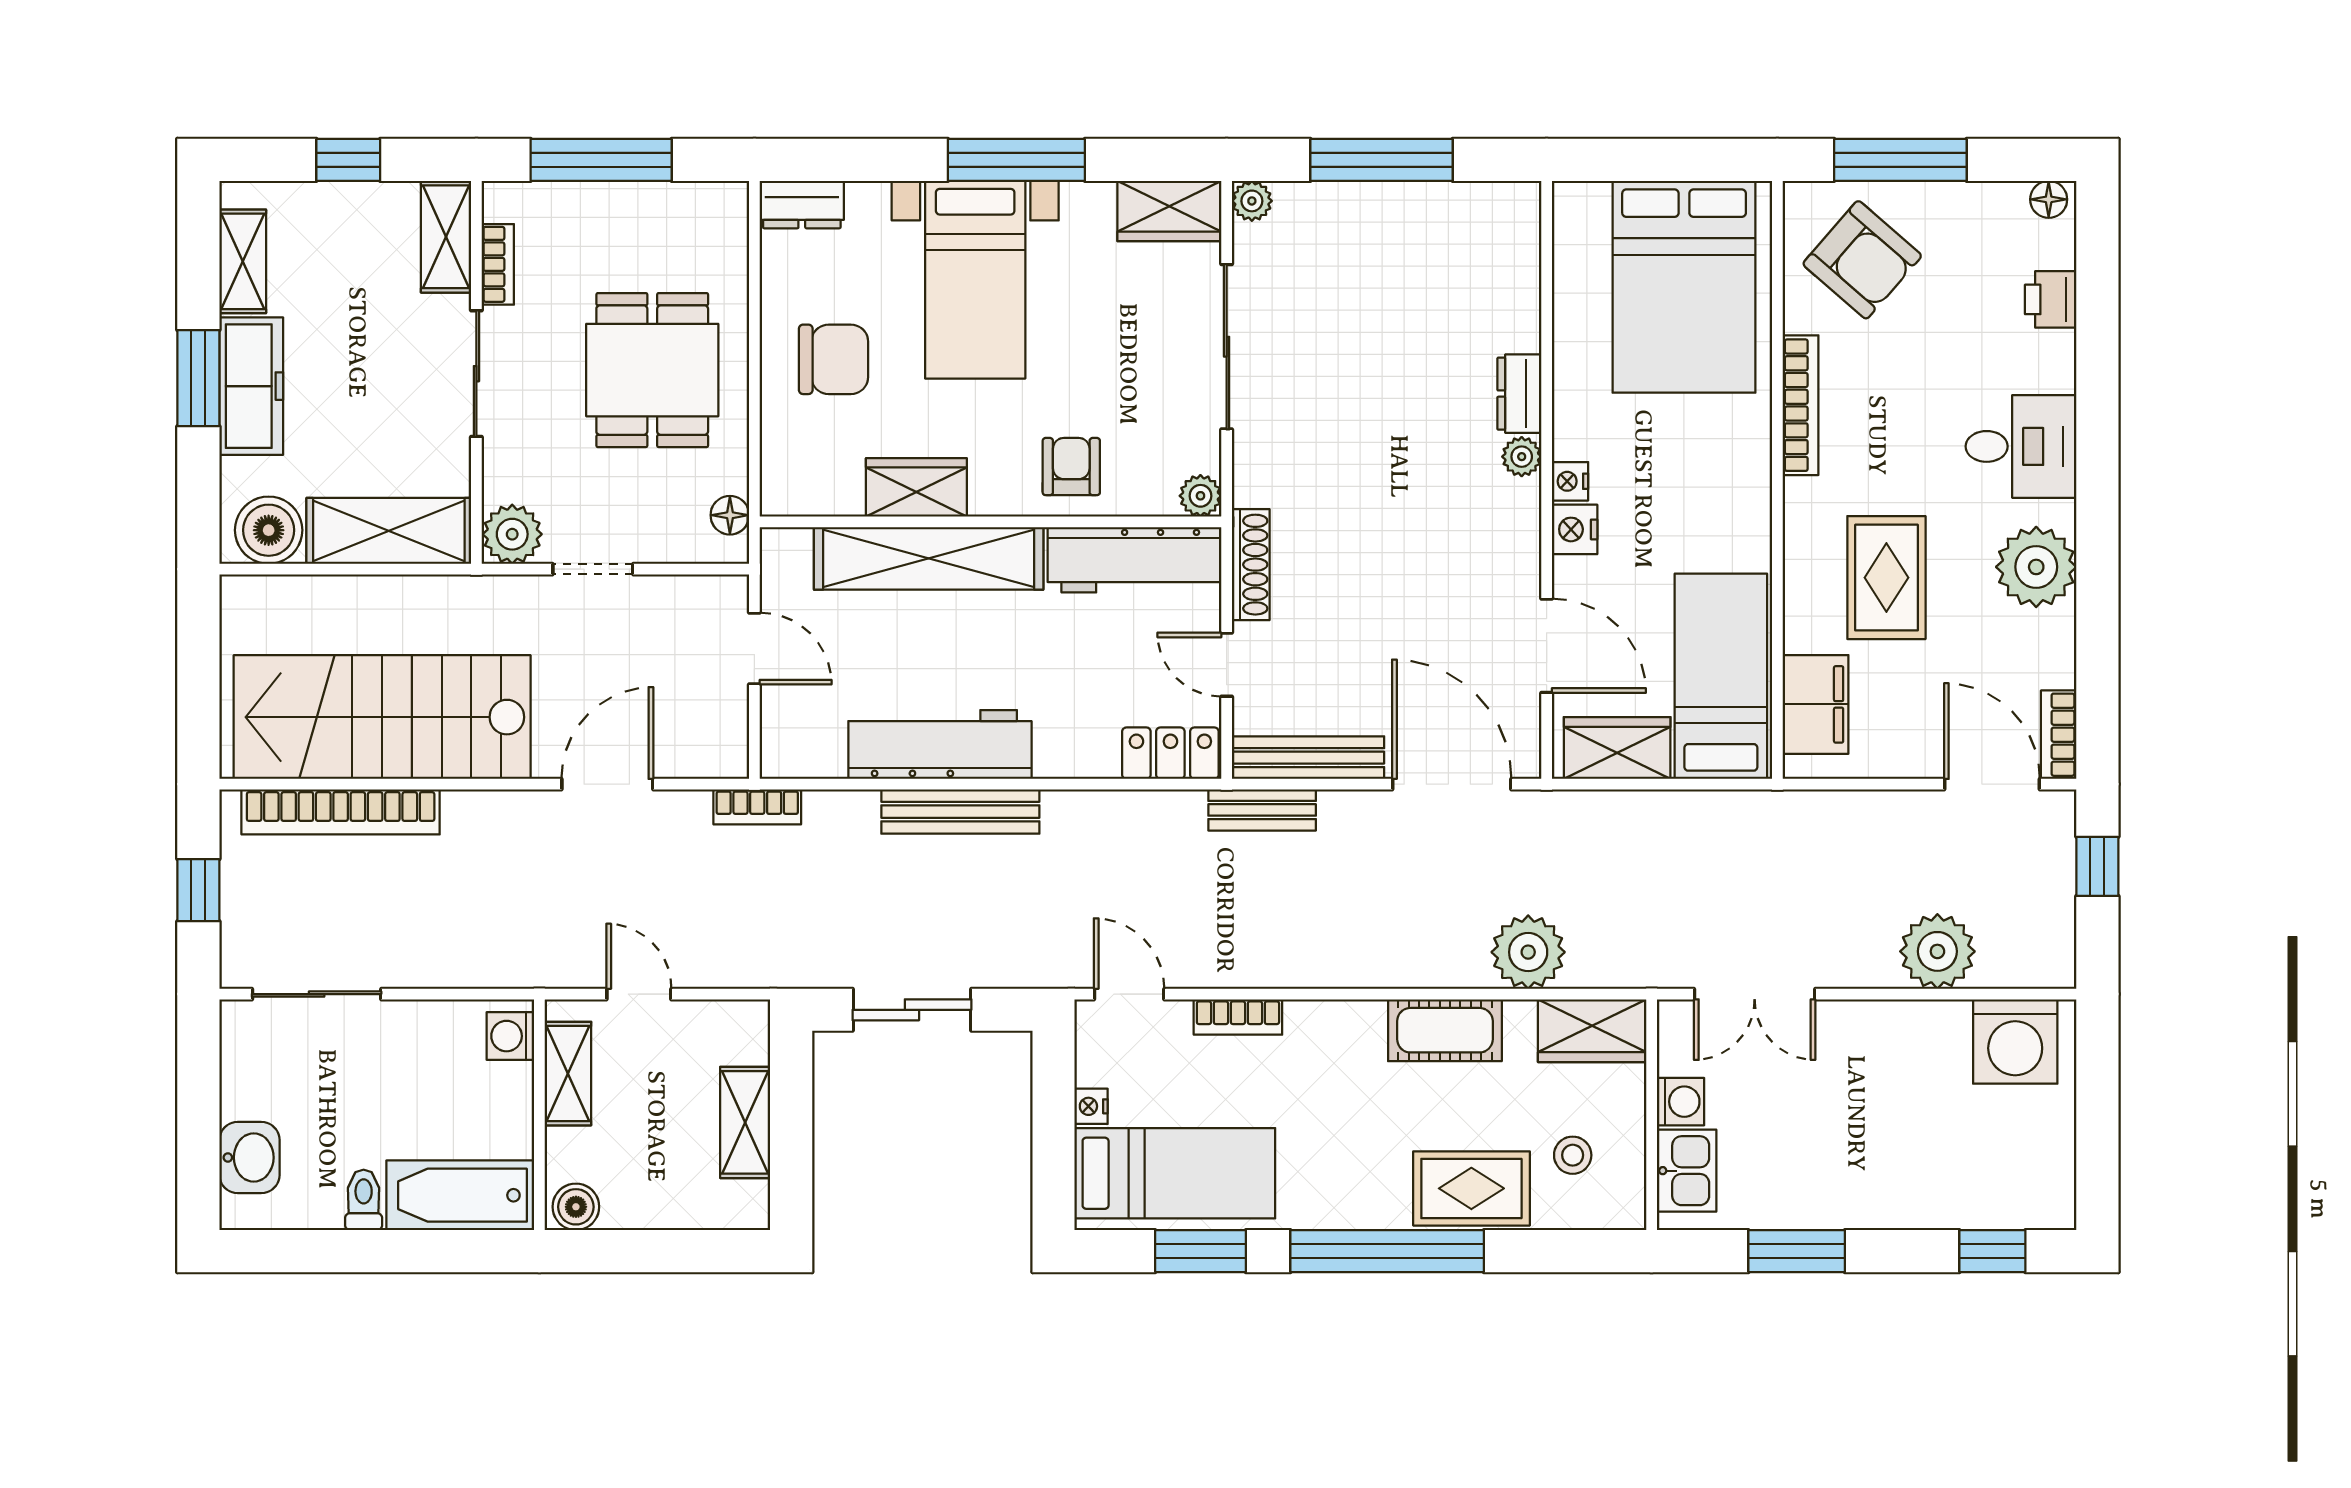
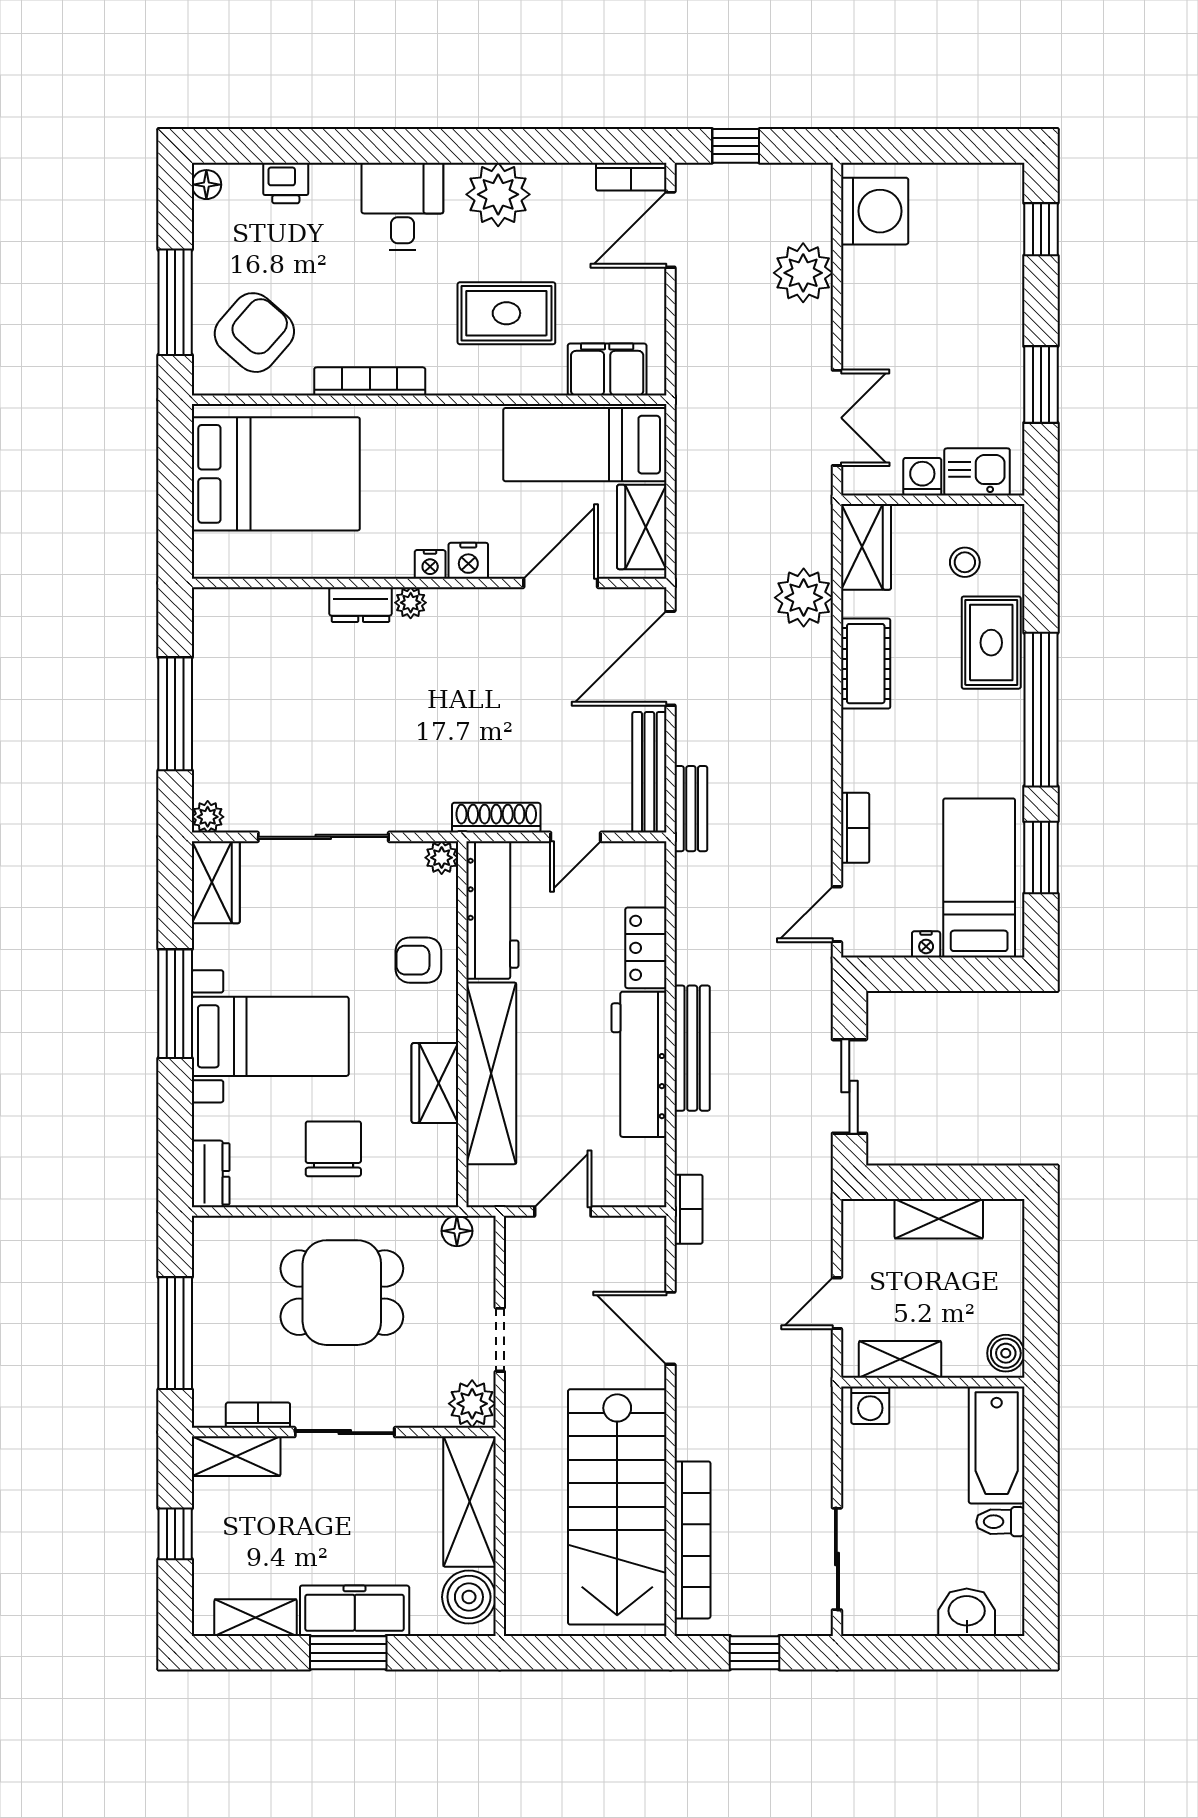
locker: (1170, 753) -> (646, 948), moved

